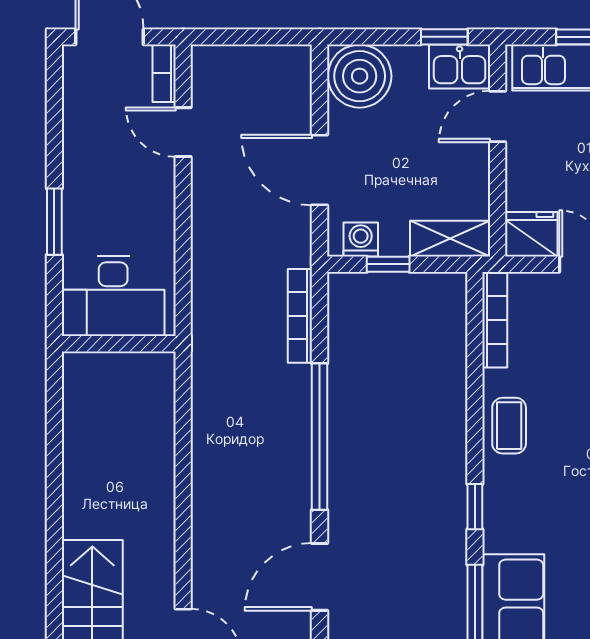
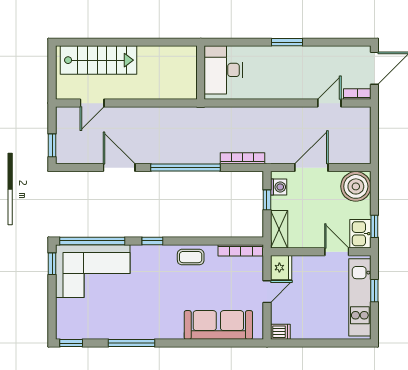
desk: (113, 296) -> (223, 70), moved
wall: (119, 344) -> (201, 73), moved

